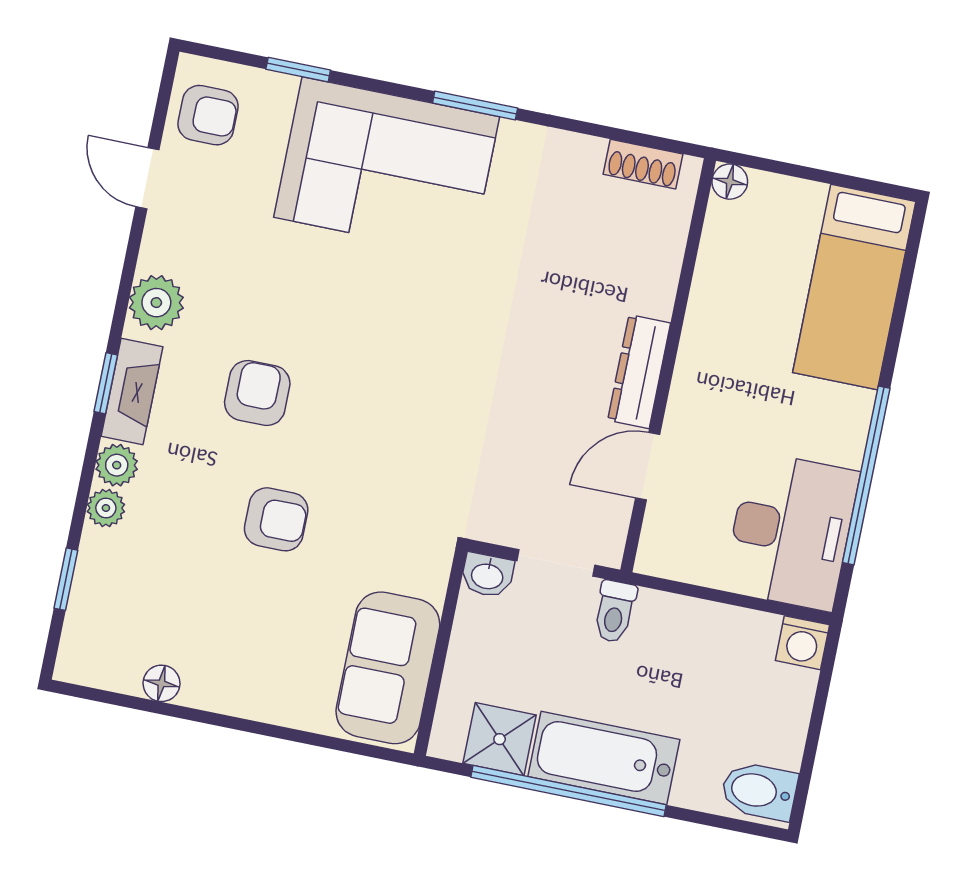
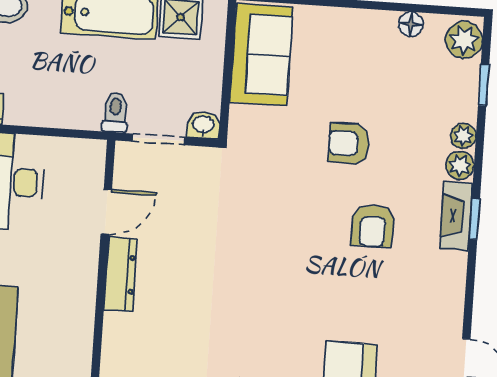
plant: (156, 303) -> (464, 40), moved

